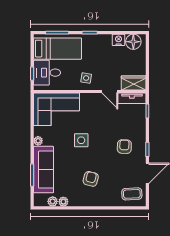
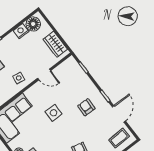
wardrobe: (134, 83) -> (55, 44), moved, turned -90
tv unit: (132, 98) -> (64, 67), removed
side table: (81, 140) -> (54, 113), moved

